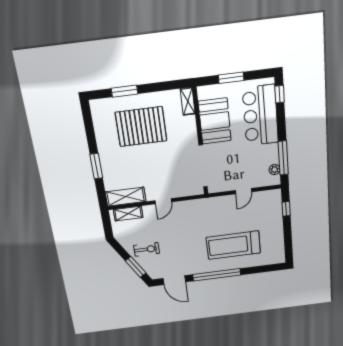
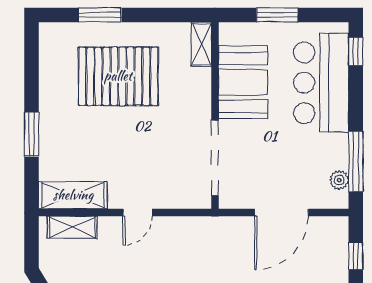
door: (243, 191) -> (281, 213), width x1.87

